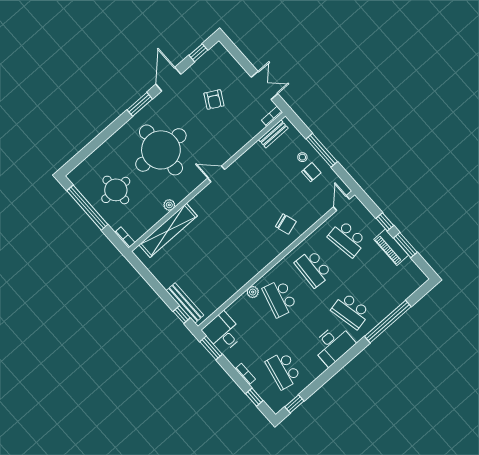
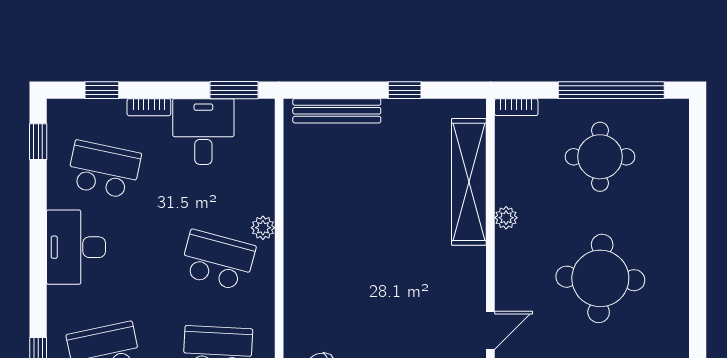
window: (140, 104) -> (698, 307), removed
round table: (161, 150) -> (600, 278), width x0.73, depth x0.73
window: (182, 315) -> (405, 90), moved
desk: (223, 332) -> (203, 132), moved, turned -90
desk: (333, 345) -> (76, 247), moved

